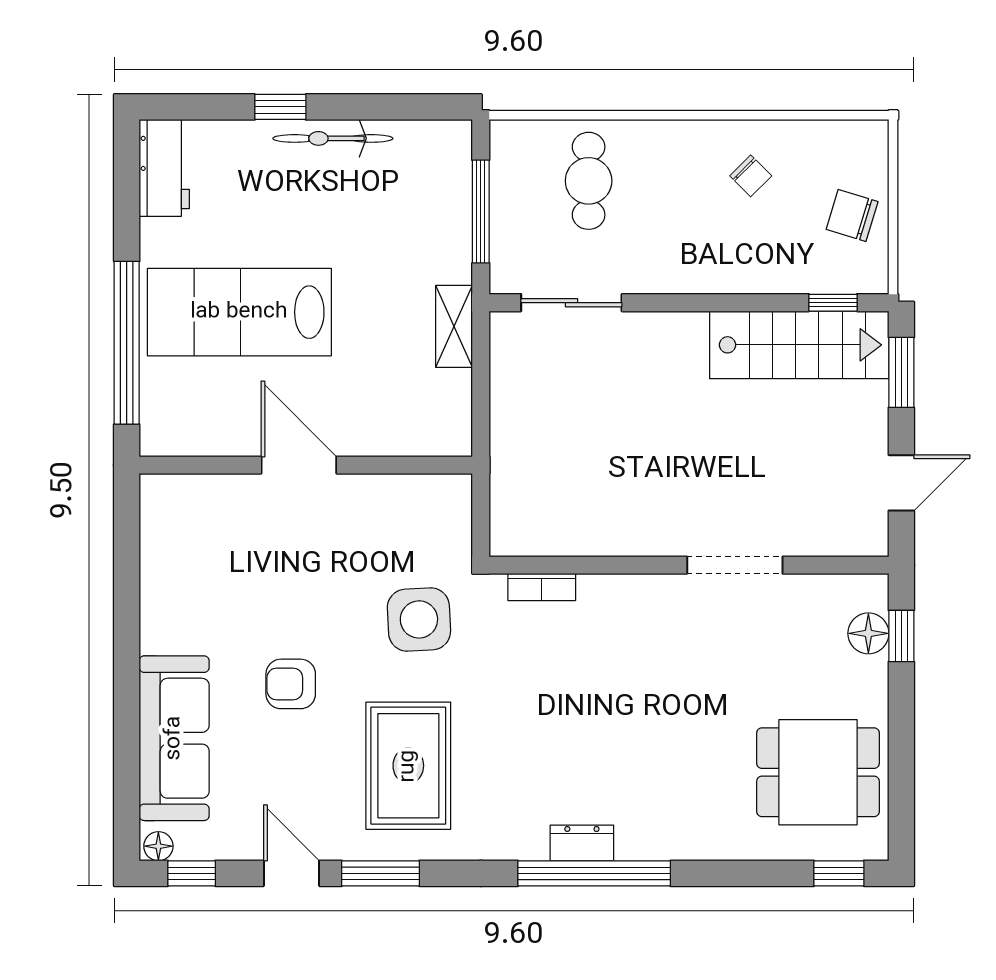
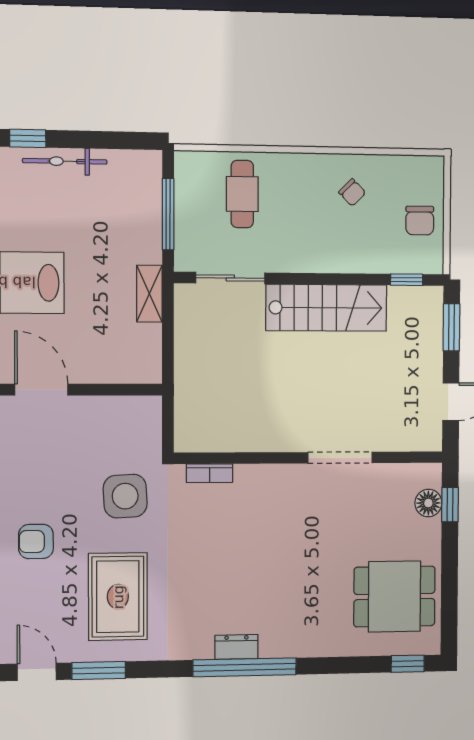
chair: (852, 215) -> (420, 221), turned -107
stairs: (799, 345) -> (326, 308), moved

